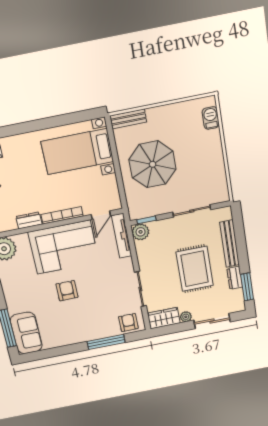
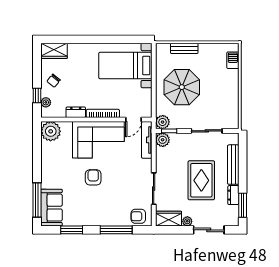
bench: (128, 119) -> (184, 48), moved
plant: (137, 211) -> (163, 122), added
armchair: (128, 323) -> (138, 216), turned -90
window: (55, 352) -> (72, 230), added

